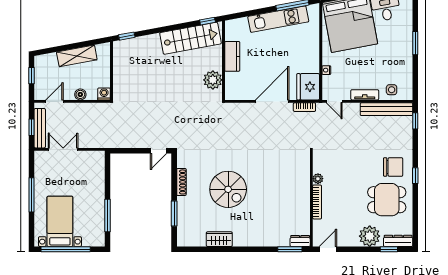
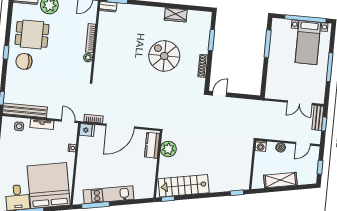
kitchen counter: (232, 56) -> (152, 145), moved
fridge: (308, 87) -> (87, 130), width x0.53, depth x0.75
bench: (40, 128) -> (318, 118), width x0.73

